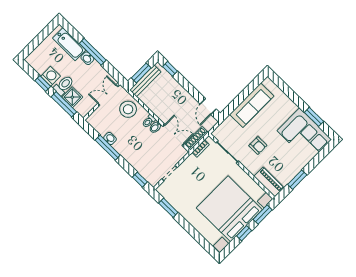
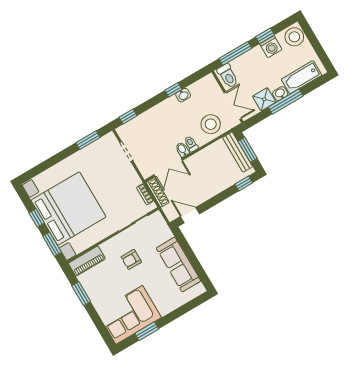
stool: (37, 59) -> (294, 37), added
toilet: (64, 85) -> (228, 76), moved
shower: (72, 97) -> (264, 99), moved
window: (108, 148) -> (173, 90), width x0.46

